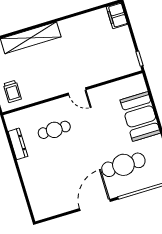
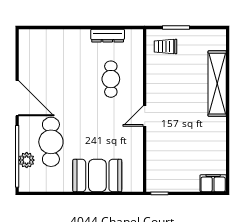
plant: (145, 181) -> (27, 160), added

